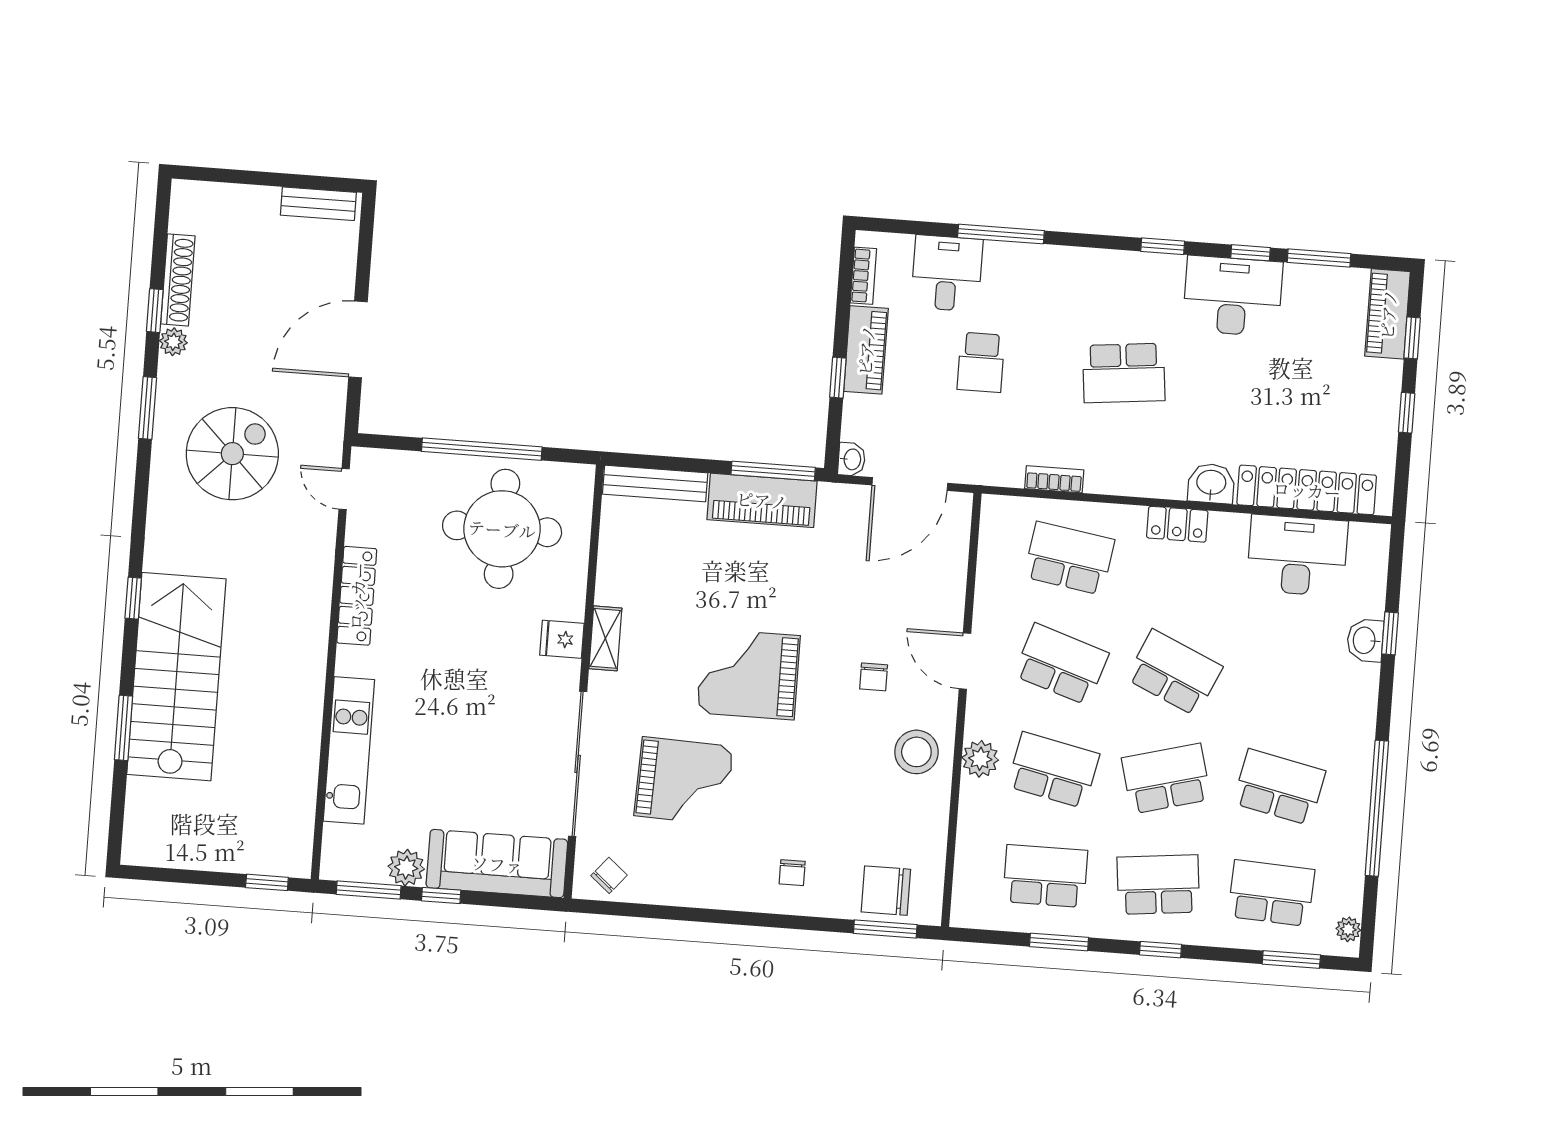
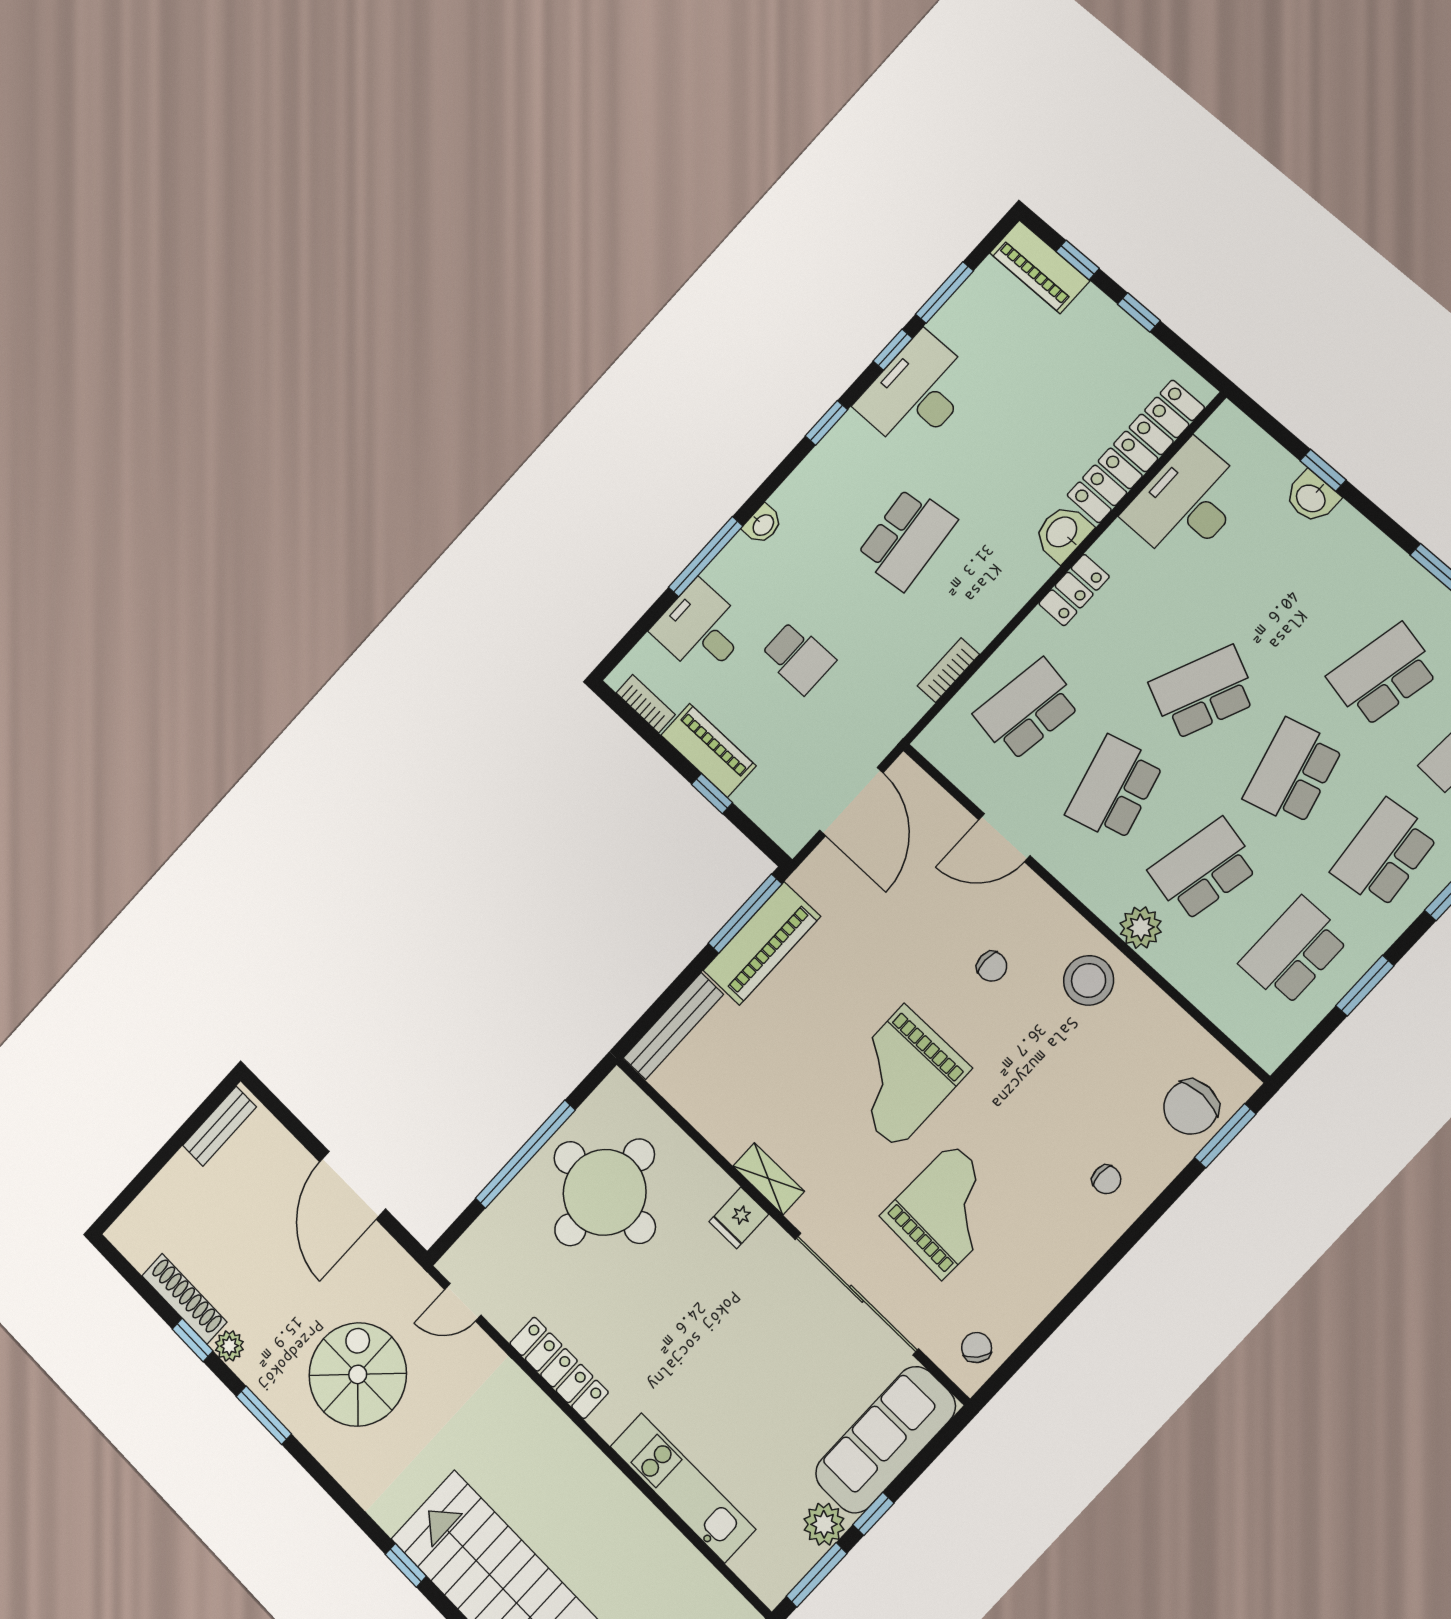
washbasin: (852, 459) -> (763, 525), moved, turned 90
door: (965, 661) -> (1004, 838), moved
school desk: (1061, 664) -> (1115, 789), turned -33

